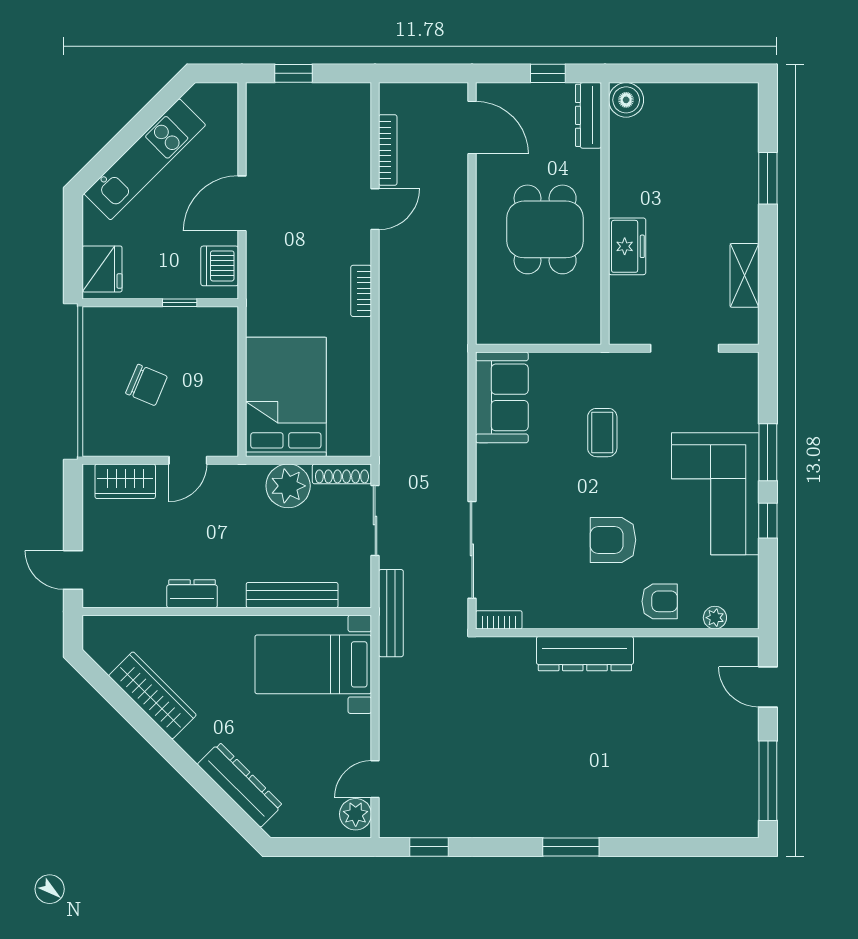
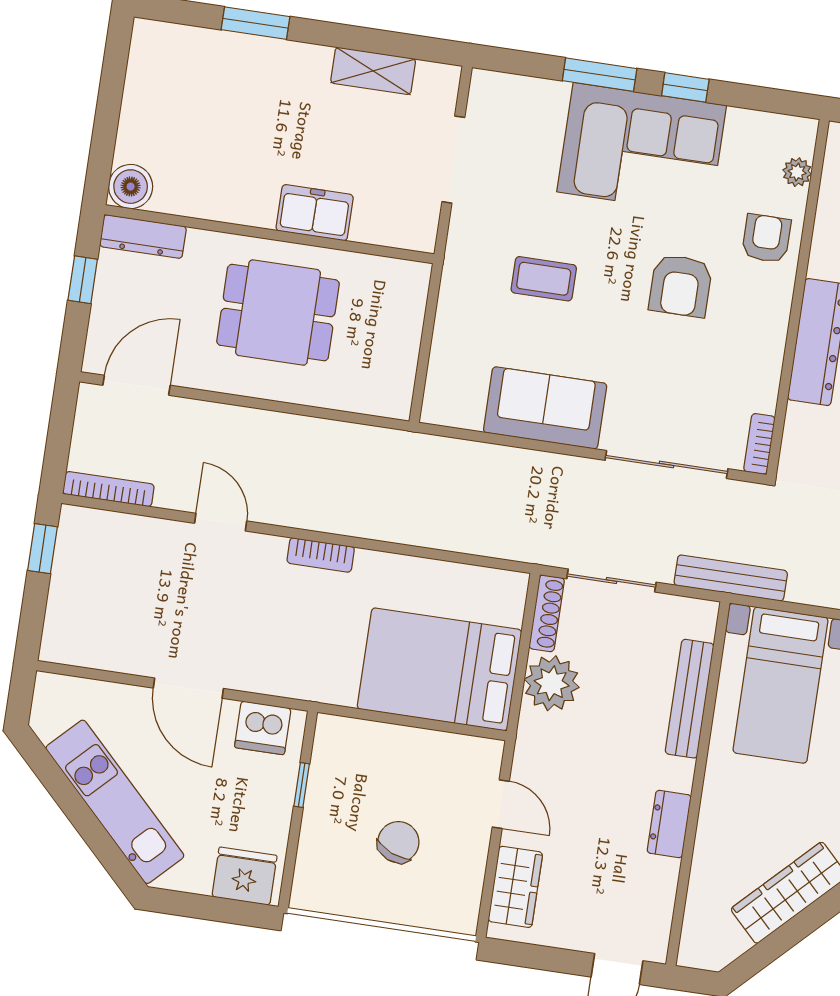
window: (293, 73) -> (43, 549), moved
bookcase: (388, 150) -> (108, 489), moved
sofa: (502, 397) -> (545, 408), moved

